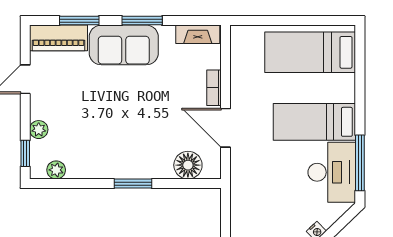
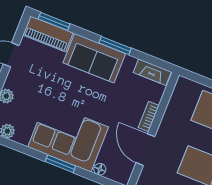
window: (79, 21) -> (54, 21), moved
corner sofa: (130, 149) -> (68, 137), added
floor lamp: (188, 165) -> (100, 169), width x0.53, depth x0.53

